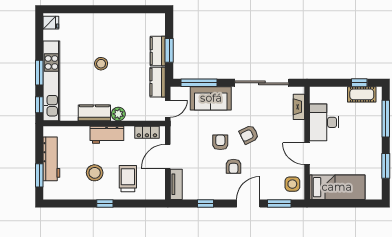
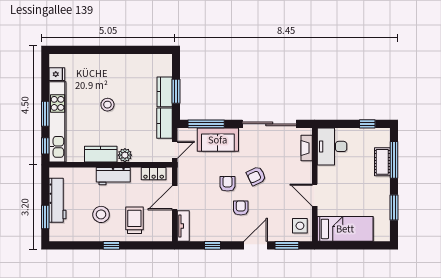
fridge: (51, 23) -> (57, 74), moved
cot: (362, 94) -> (382, 162), moved, turned 90
desk: (324, 122) -> (332, 146), moved
armchair: (233, 166) -> (241, 208), turned 180

